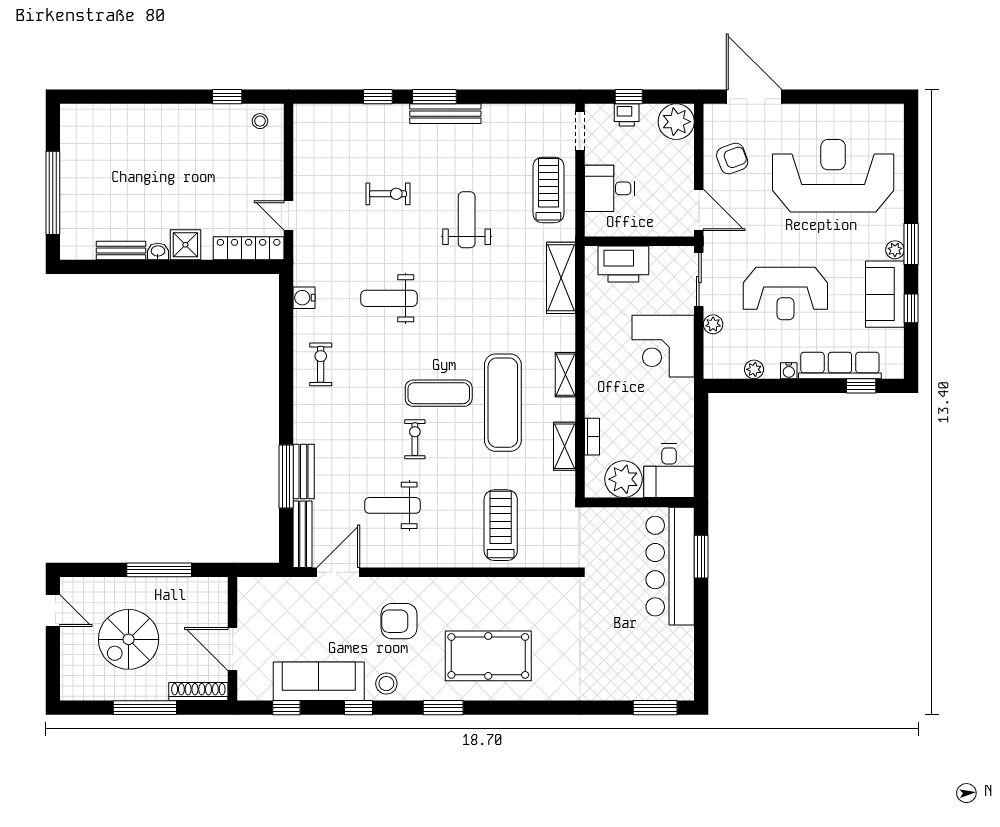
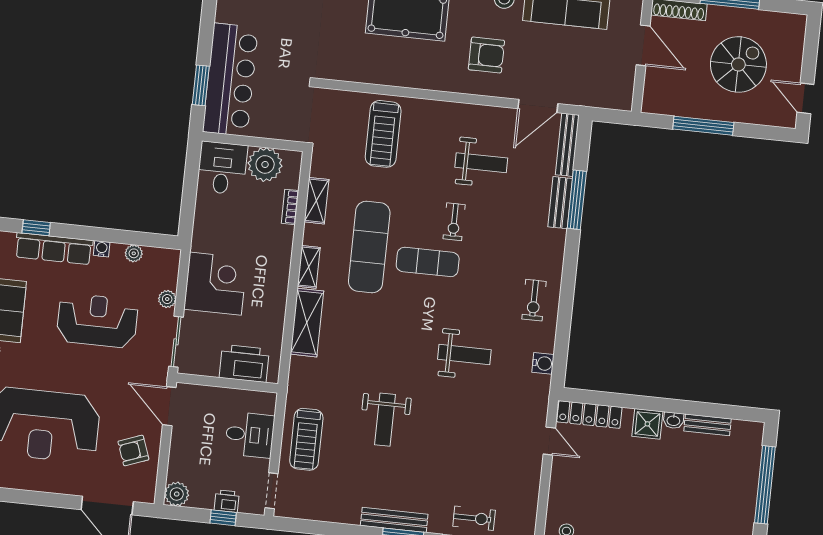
plant: (676, 122) -> (177, 494), width x0.73, depth x0.73
exercise bike: (388, 194) -> (474, 518), moved, turned 180
shelving: (561, 278) -> (307, 323), moved

